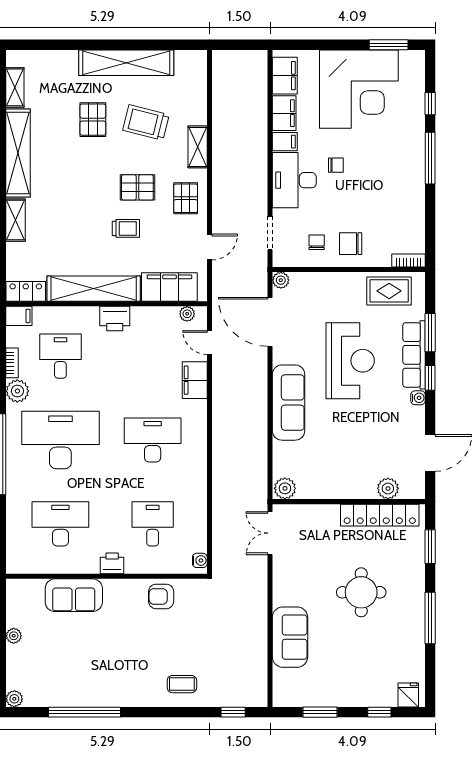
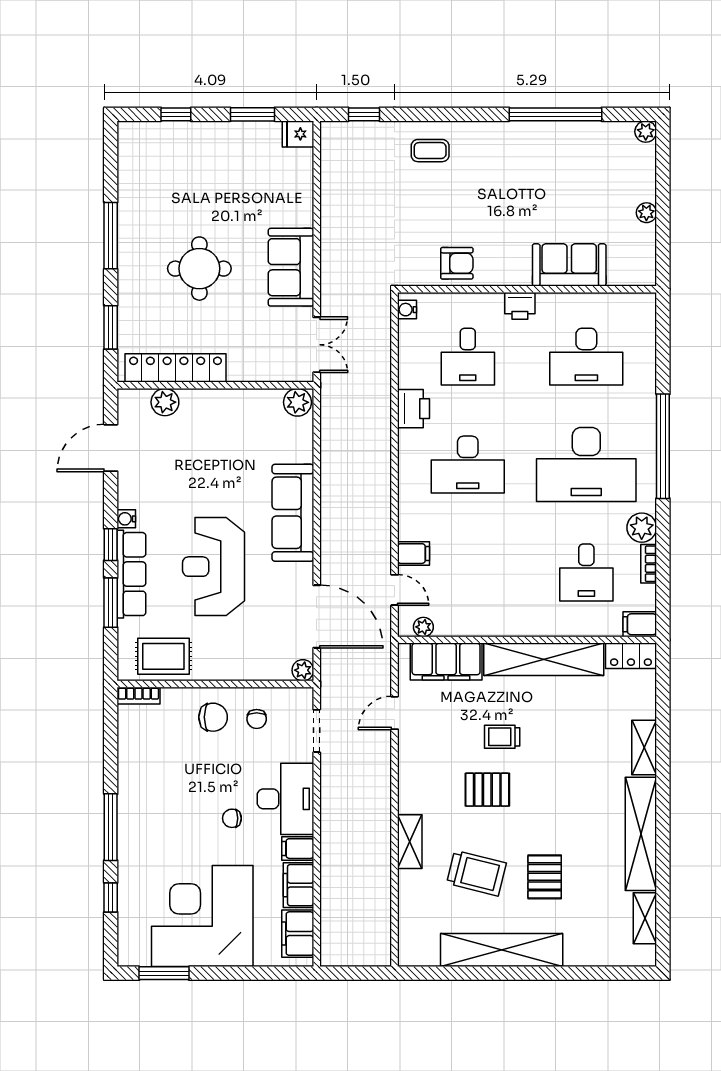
pallet: (186, 198) -> (425, 776), removed
printer: (115, 319) -> (414, 409), moved, turned 90
filing cabinet: (195, 380) -> (414, 554), width x0.50
sofa: (290, 637) -> (291, 267), moved
fridge: (408, 695) -> (298, 134), moved, turned 90

